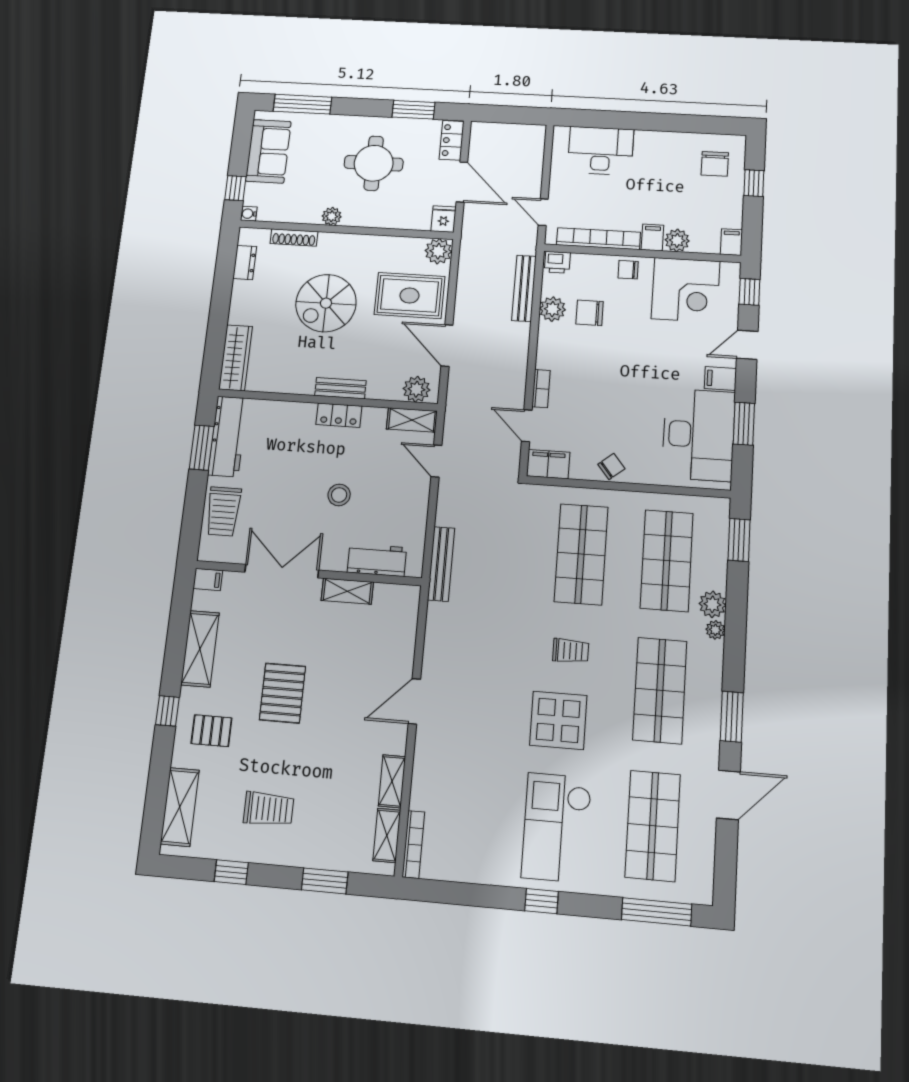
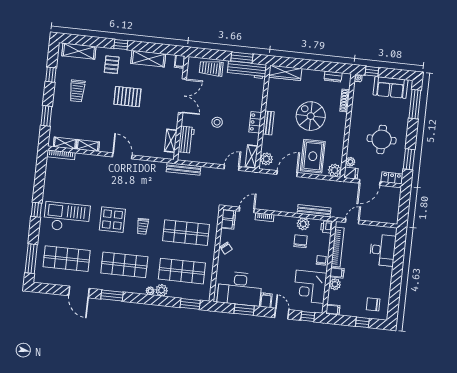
plant: (332, 216) -> (350, 162), moved
shelving: (347, 591) -> (171, 141), moved

